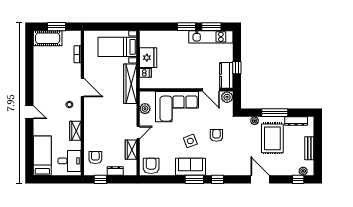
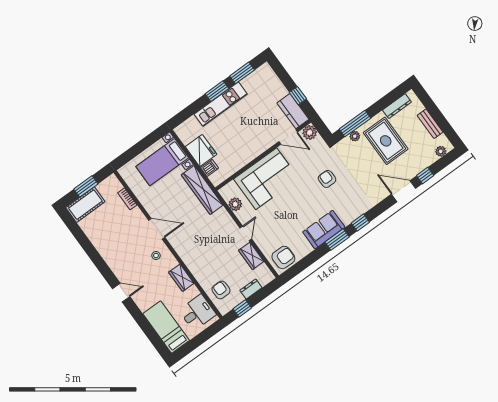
kitchen unit: (211, 37) -> (221, 104), moved
window: (275, 113) -> (355, 124), moved
side table: (190, 141) -> (305, 204), removed
armchair: (151, 166) -> (283, 257), turned 90
window: (298, 179) -> (425, 176), moved

